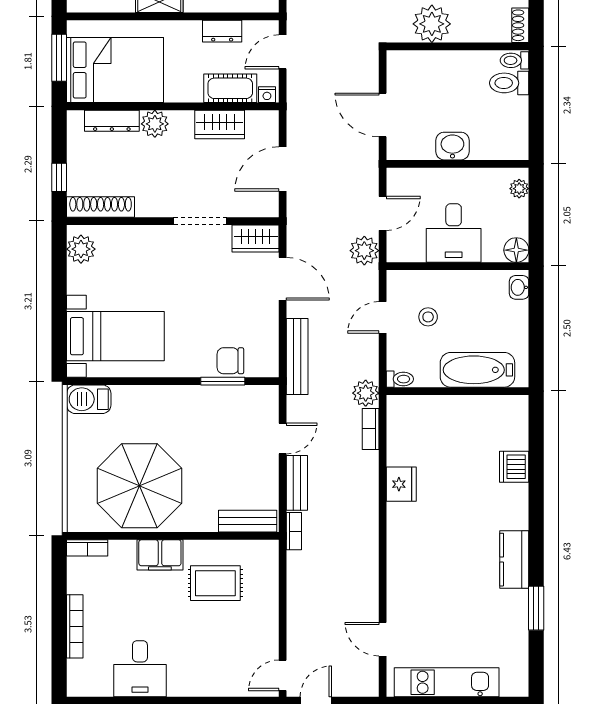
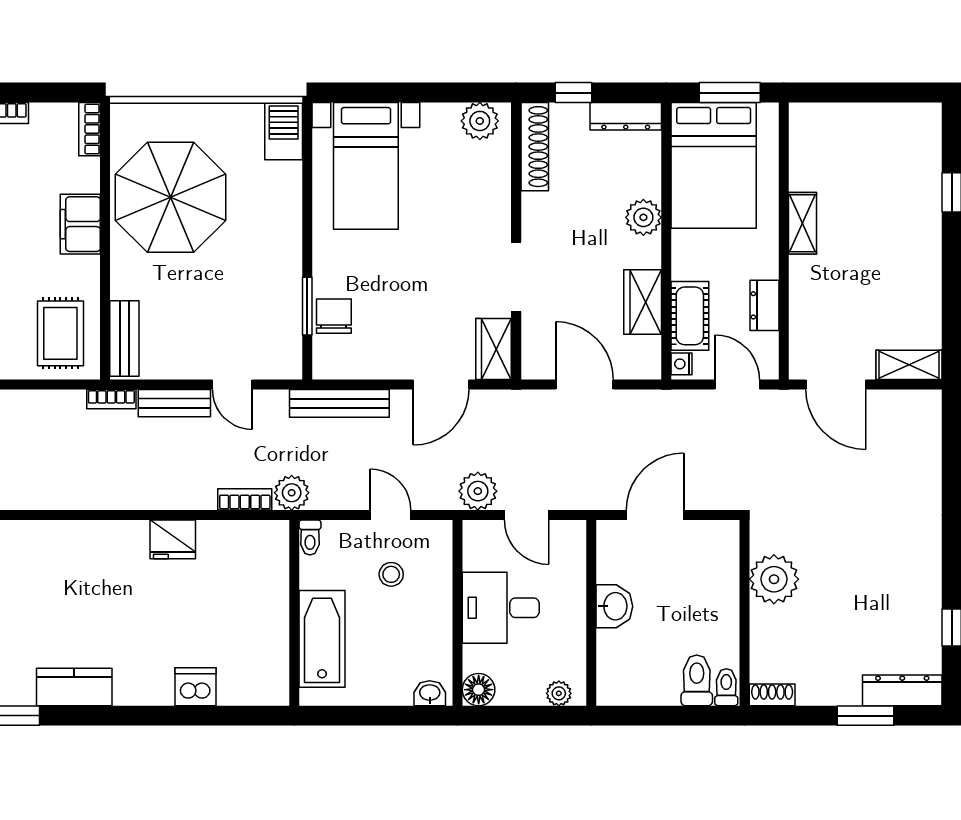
dresser: (112, 121) -> (626, 116), moved, turned -90
rug: (215, 583) -> (60, 333), moved

